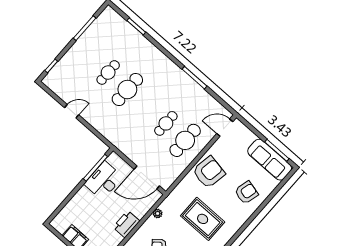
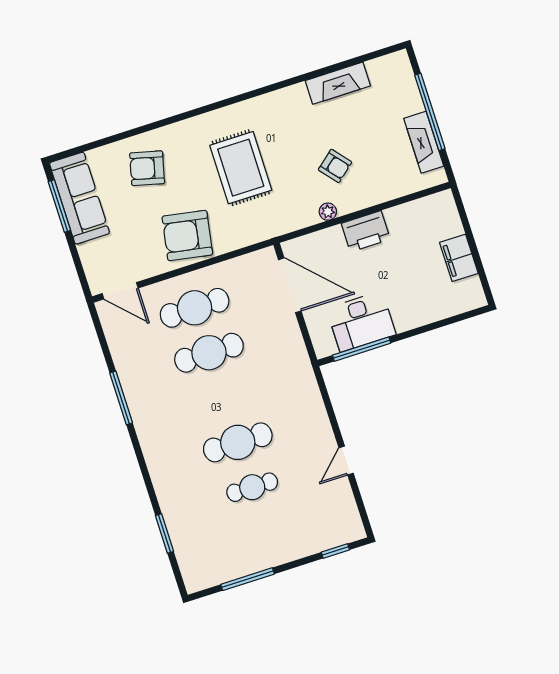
door: (72, 111) -> (346, 460), hinge flipped
cafe table: (166, 123) -> (209, 353), width x1.37, depth x1.35
plant: (158, 214) -> (328, 212), moved

